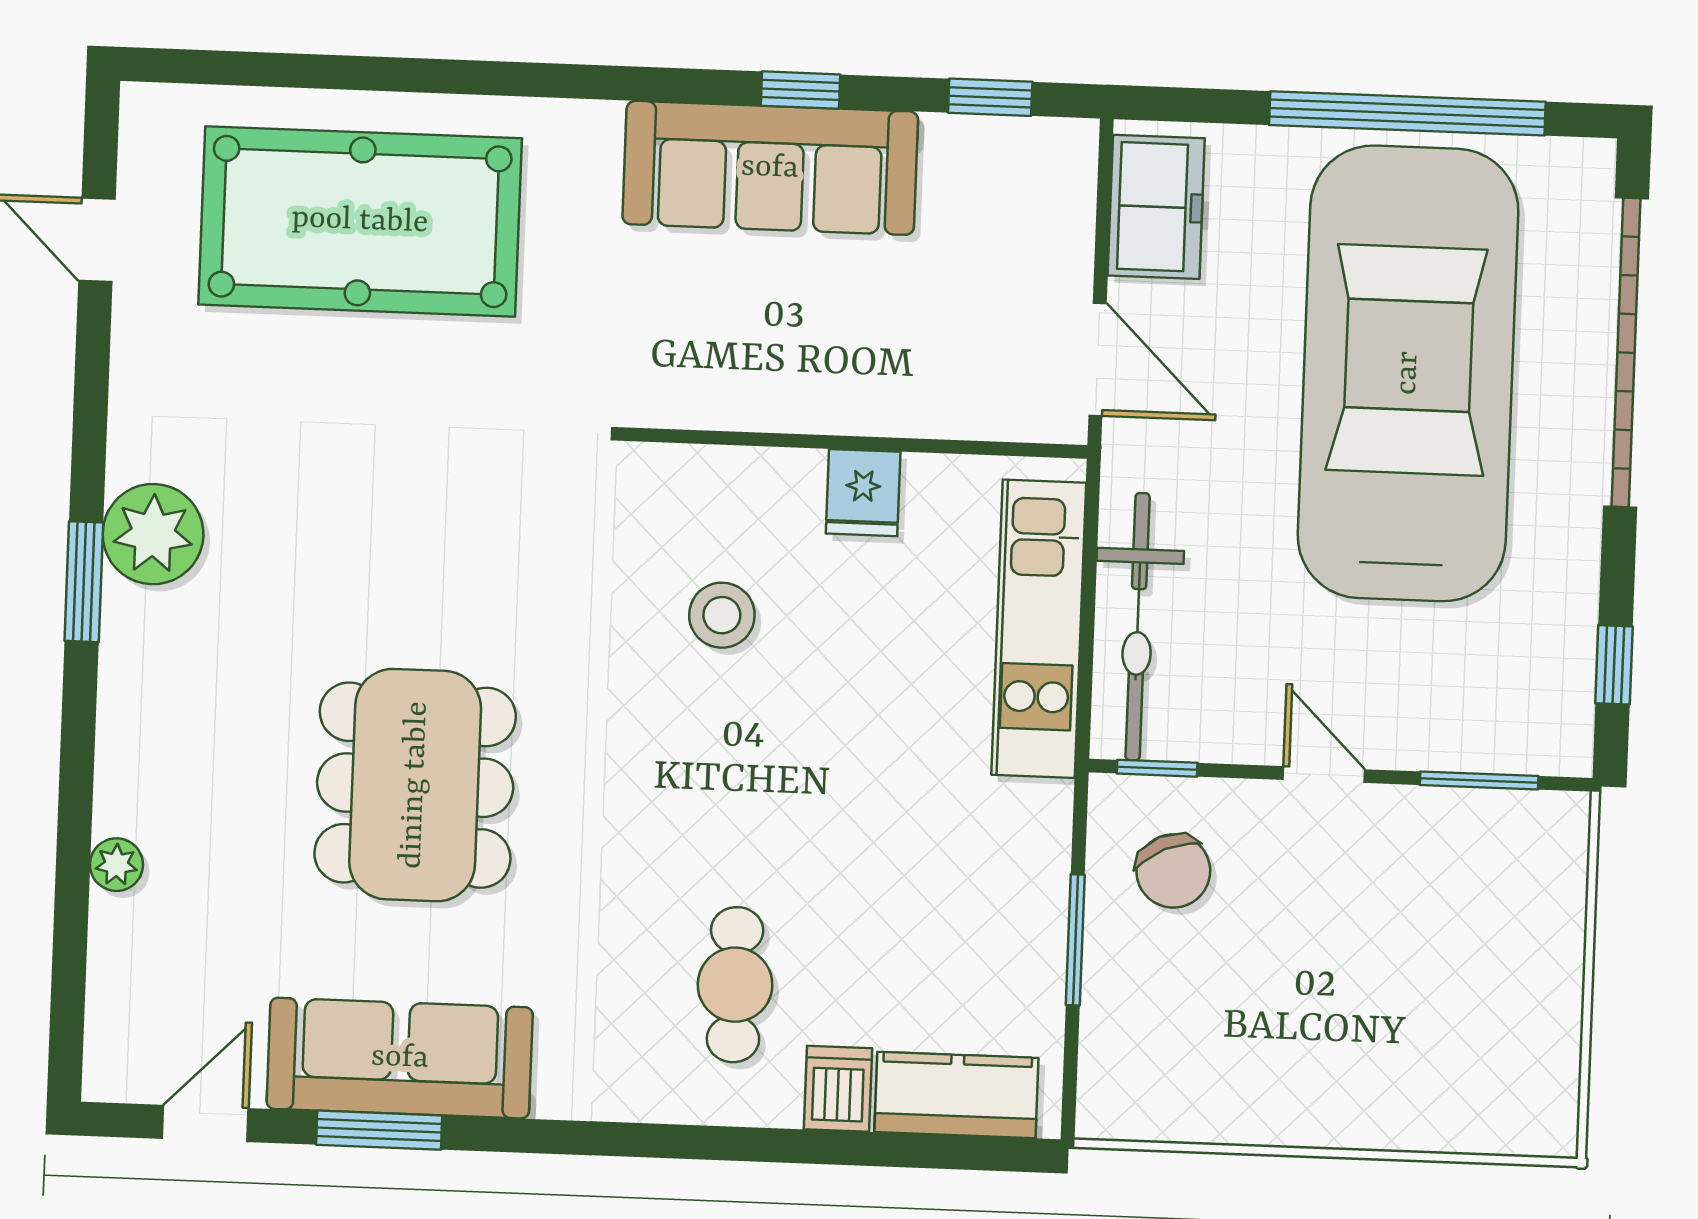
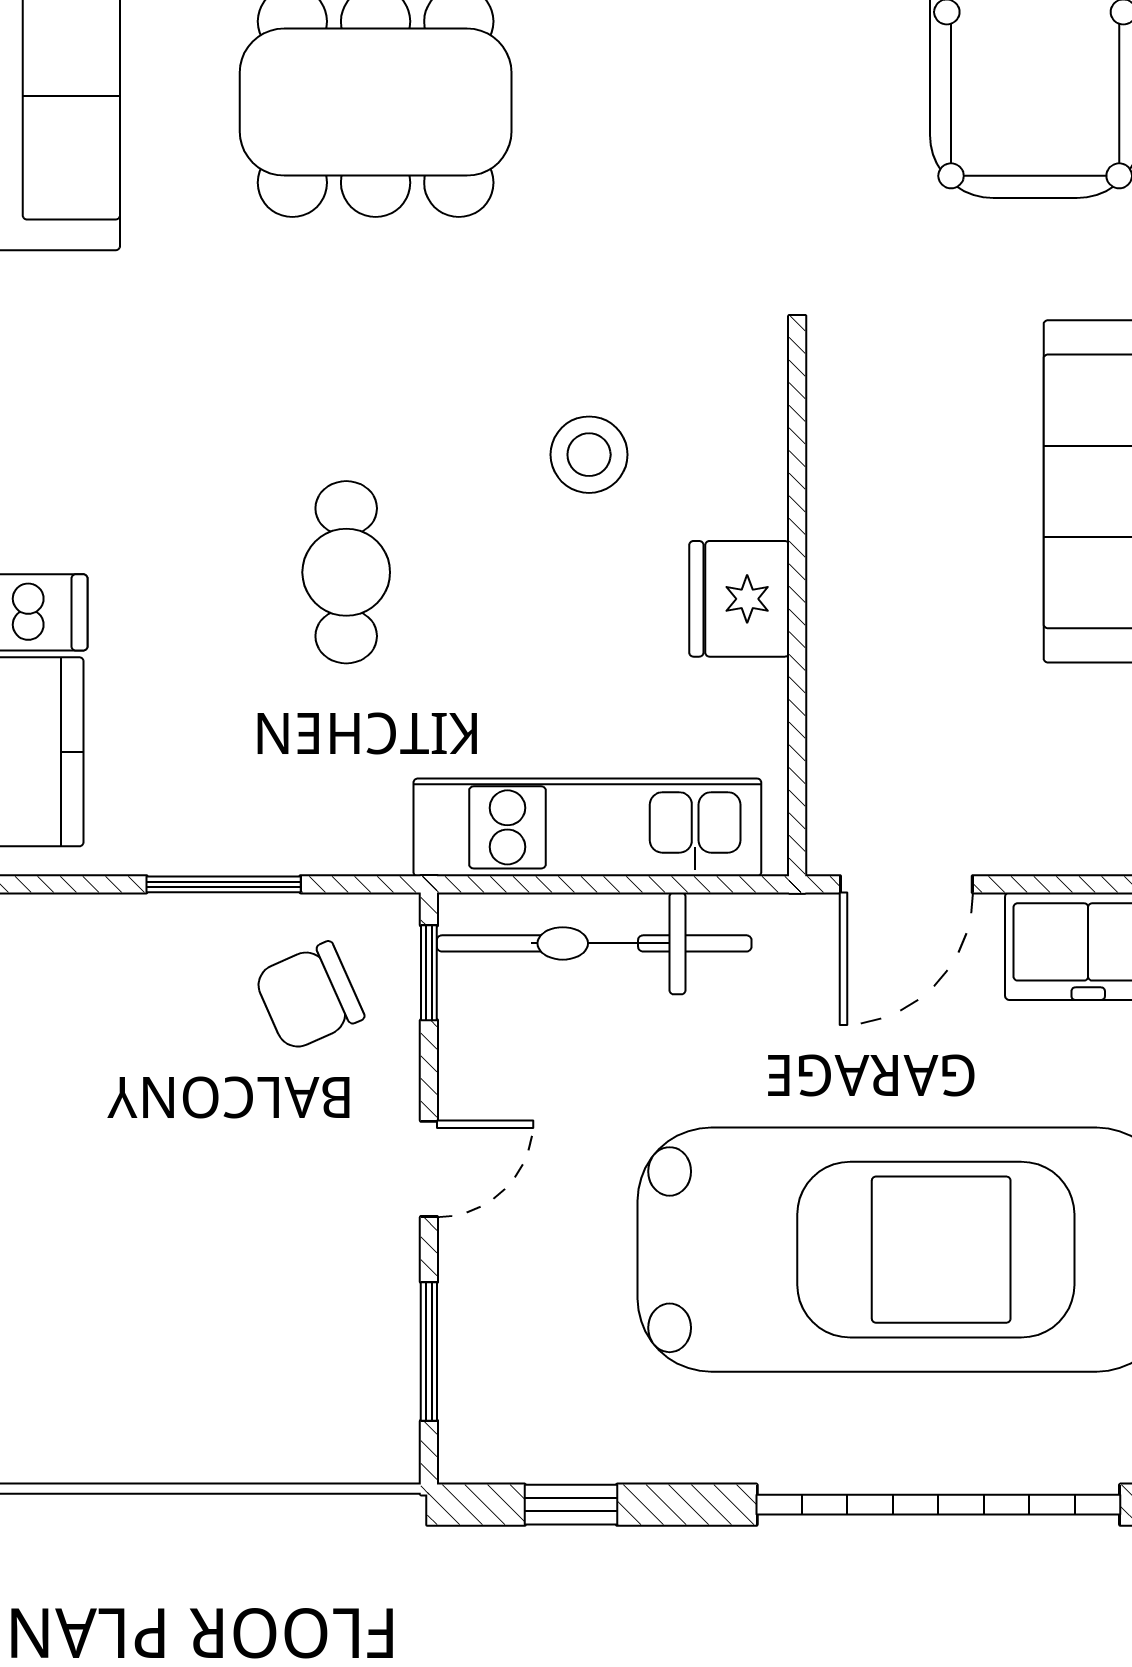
fridge: (863, 493) -> (739, 599), width x1.38
cafe table: (735, 985) -> (346, 572), moved, turned 90

